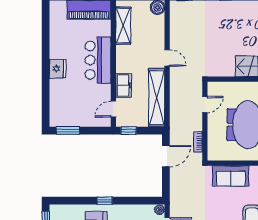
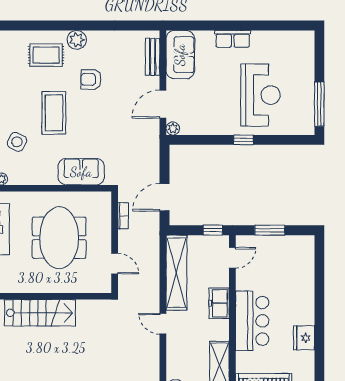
fridge: (58, 69) -> (304, 338), moved
freezer: (124, 85) -> (219, 303), moved
door: (205, 105) -> (115, 264), swing flipped
window: (68, 131) -> (270, 230), moved

